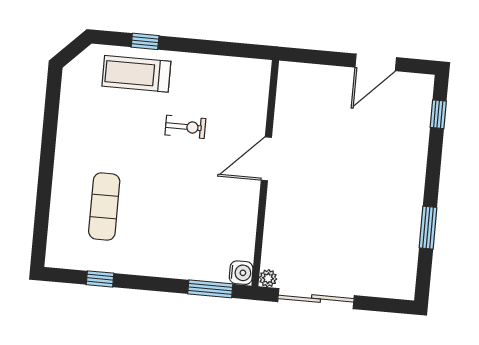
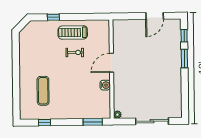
treadmill: (136, 74) -> (73, 32), moved
window: (428, 228) -> (184, 58), moved
water cooler: (241, 273) -> (105, 85), moved
sliding door: (316, 299) -> (152, 121), moved

